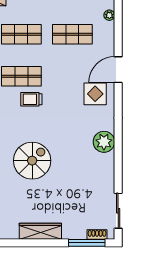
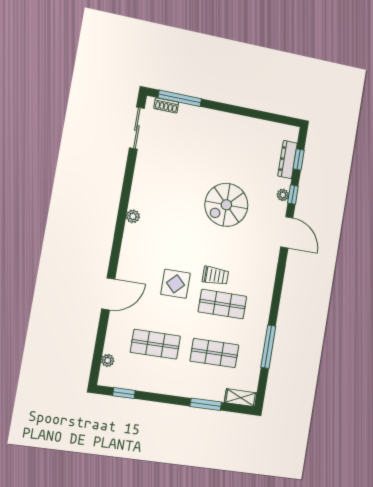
display table: (95, 94) -> (175, 284), moved
plant: (104, 142) -> (133, 216), width x0.53, depth x0.53
wardrobe: (40, 231) -> (230, 122), removed

